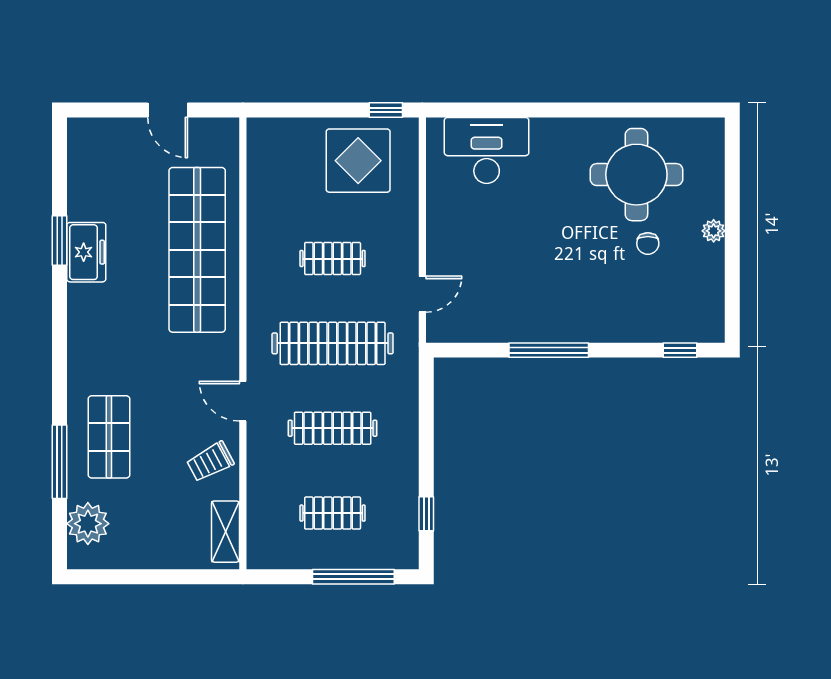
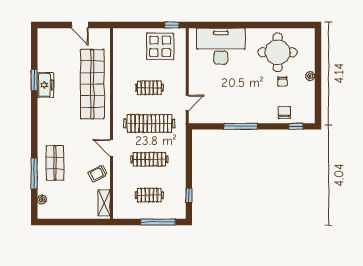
desk: (487, 150) -> (221, 46), width x1.36, depth x1.30
chair: (653, 317) -> (284, 112), added
plant: (88, 524) -> (42, 200), width x0.53, depth x0.53

